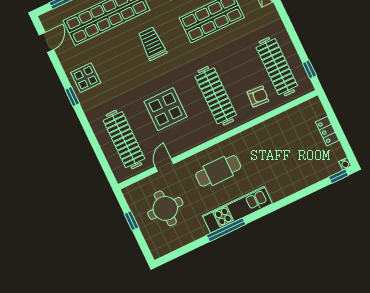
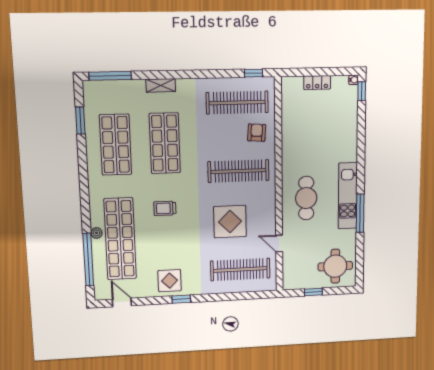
trolley: (152, 44) -> (165, 208), width x0.73, depth x0.72
round table: (165, 208) -> (335, 266), moved

